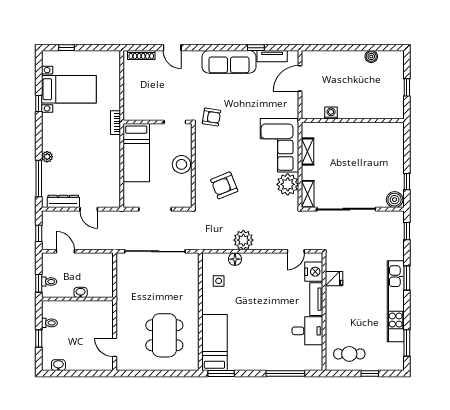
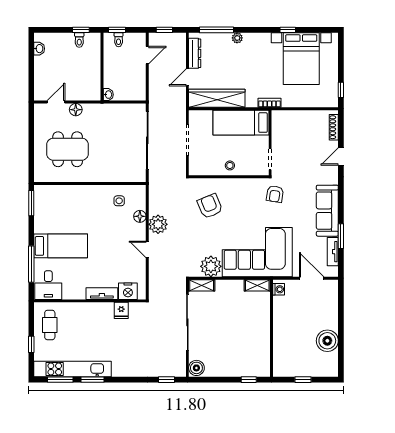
window: (66, 48) -> (341, 90), moved
window: (256, 48) -> (341, 236), width x1.50
boiler: (371, 57) -> (327, 341), width x1.86, depth x1.86
bed with nightstands: (69, 89) -> (301, 59), width x1.36
washing machine: (331, 113) -> (279, 289), moved
corner sofa: (280, 145) -> (257, 252), width x1.36, depth x1.36
shelving: (308, 151) -> (257, 285), moved
stool: (181, 164) -> (230, 165), width x0.53, depth x0.53
wardrobe: (111, 178) -> (217, 98), added
window: (407, 182) -> (249, 380), moved
door: (296, 251) -> (147, 249), moved
window: (407, 278) -> (93, 380), moved
washbasin: (81, 292) -> (108, 95), moved
kitchen unit: (396, 301) -> (72, 369), moved
floor lamp: (123, 327) -> (76, 110), added
desk: (307, 331) -> (48, 285), moved
window: (39, 338) -> (81, 30), moved
bed: (214, 343) -> (61, 246), moved

